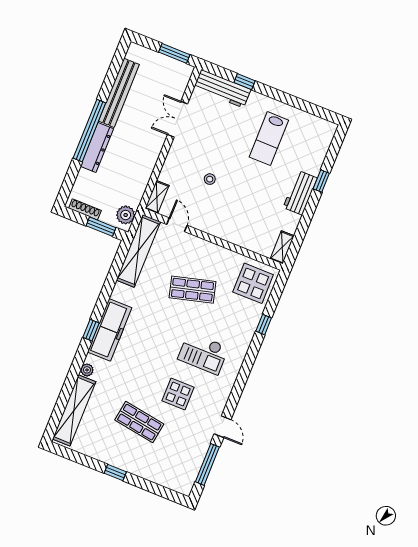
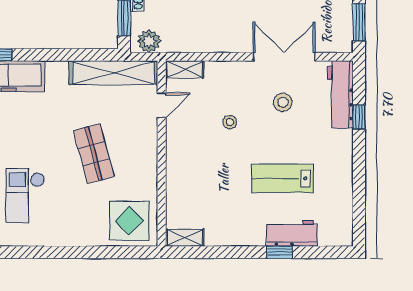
double door: (177, 119) -> (284, 57), width x1.37
stool: (211, 134) -> (283, 102), added
lab bench: (269, 139) -> (282, 178), moved
workbench: (300, 193) -> (292, 233), moved
window: (264, 325) -> (86, 252), removed

